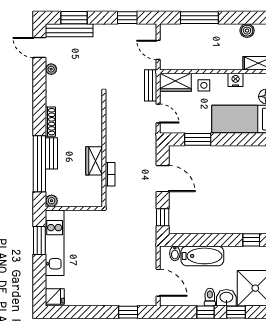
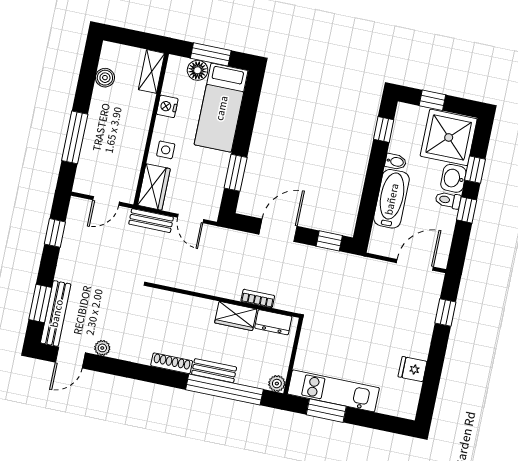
door: (158, 114) -> (191, 218), swing flipped
dresser: (95, 189) -> (273, 322), added
bidet: (175, 253) -> (396, 162), moved
fridge: (55, 297) -> (412, 369), moved, turned -90

